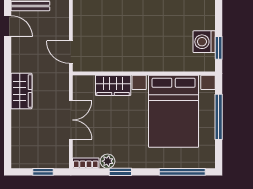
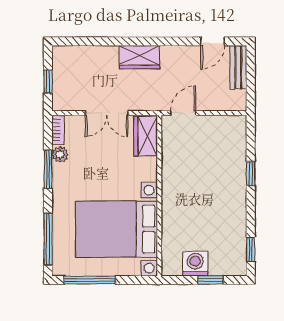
window: (219, 48) -> (210, 280), moved
wardrobe: (113, 85) -> (146, 136), moved
window: (219, 117) -> (90, 280), moved
window: (120, 172) -> (48, 169), width x1.50

